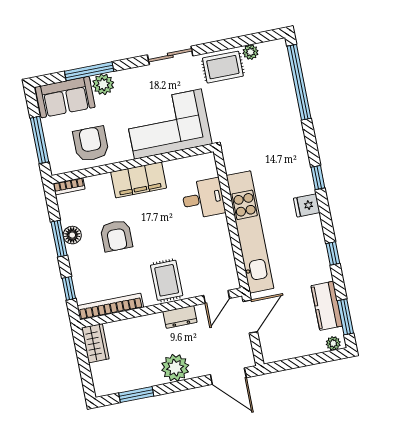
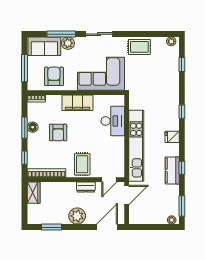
plant: (250, 52) -> (171, 41), moved
sliding door: (170, 55) -> (99, 34), moved
window: (299, 82) -> (182, 64), width x0.32
window: (318, 178) -> (182, 112), moved
desk: (203, 199) -> (113, 121), width x1.37
kitchen counter: (327, 306) -> (172, 170), moved
door: (228, 376) -> (107, 227), swing flipped

